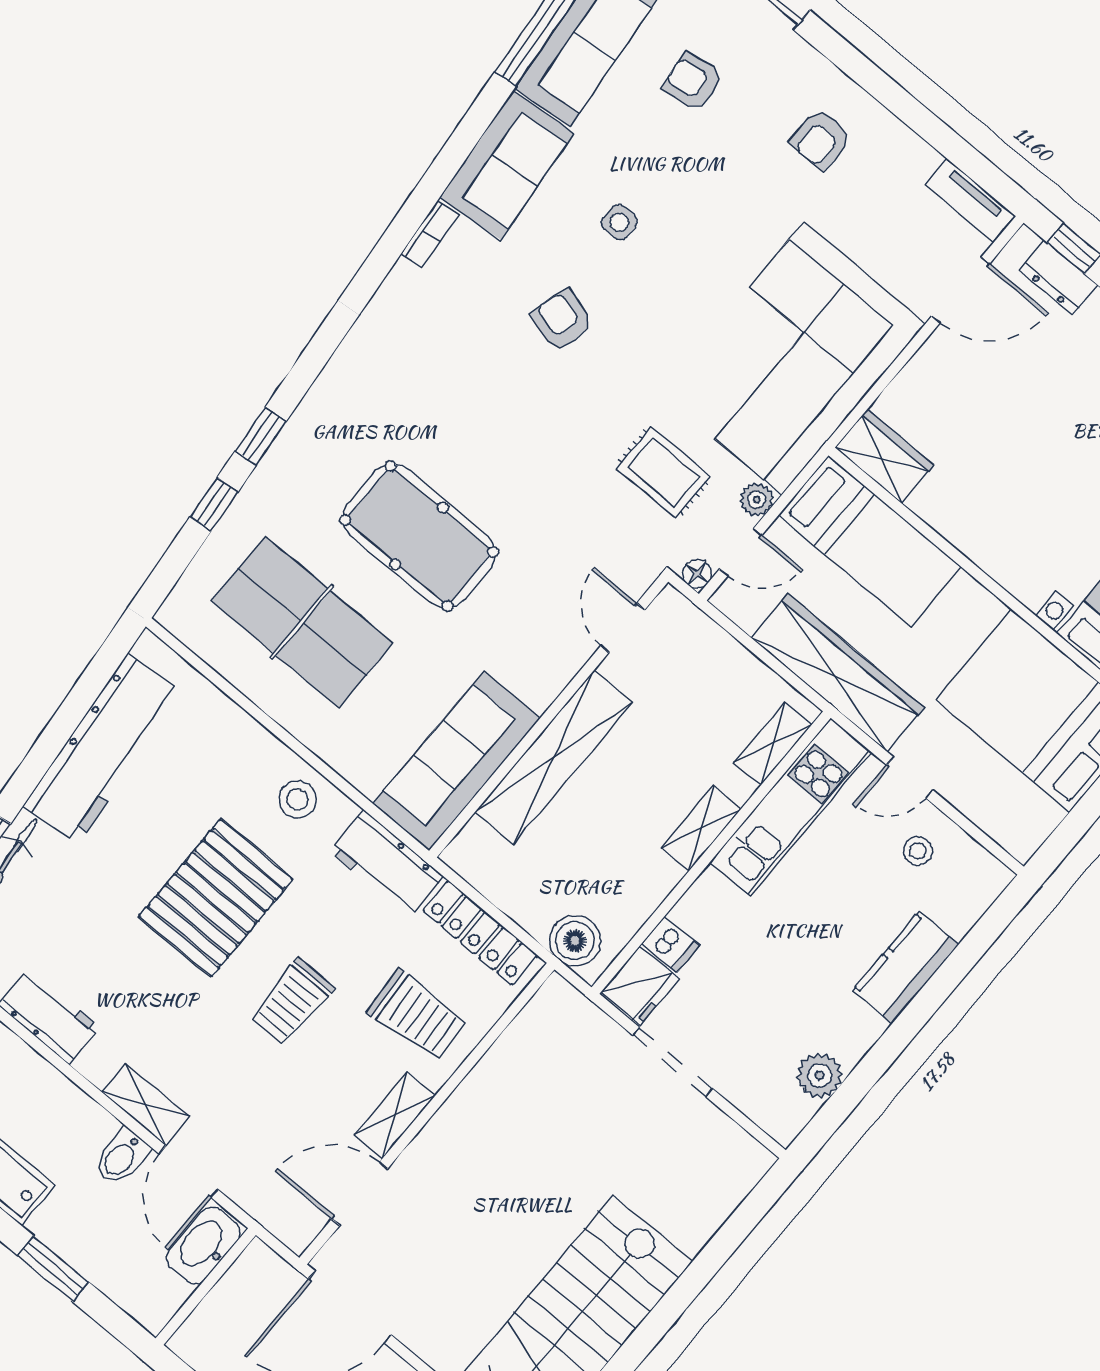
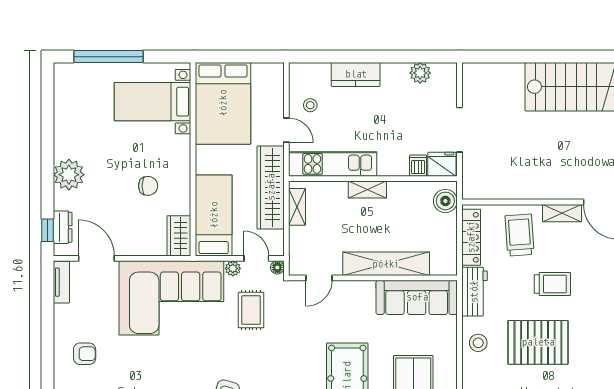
chair: (1008, 474) -> (148, 186), added
shelving: (773, 743) -> (297, 207), moved, turned 90

